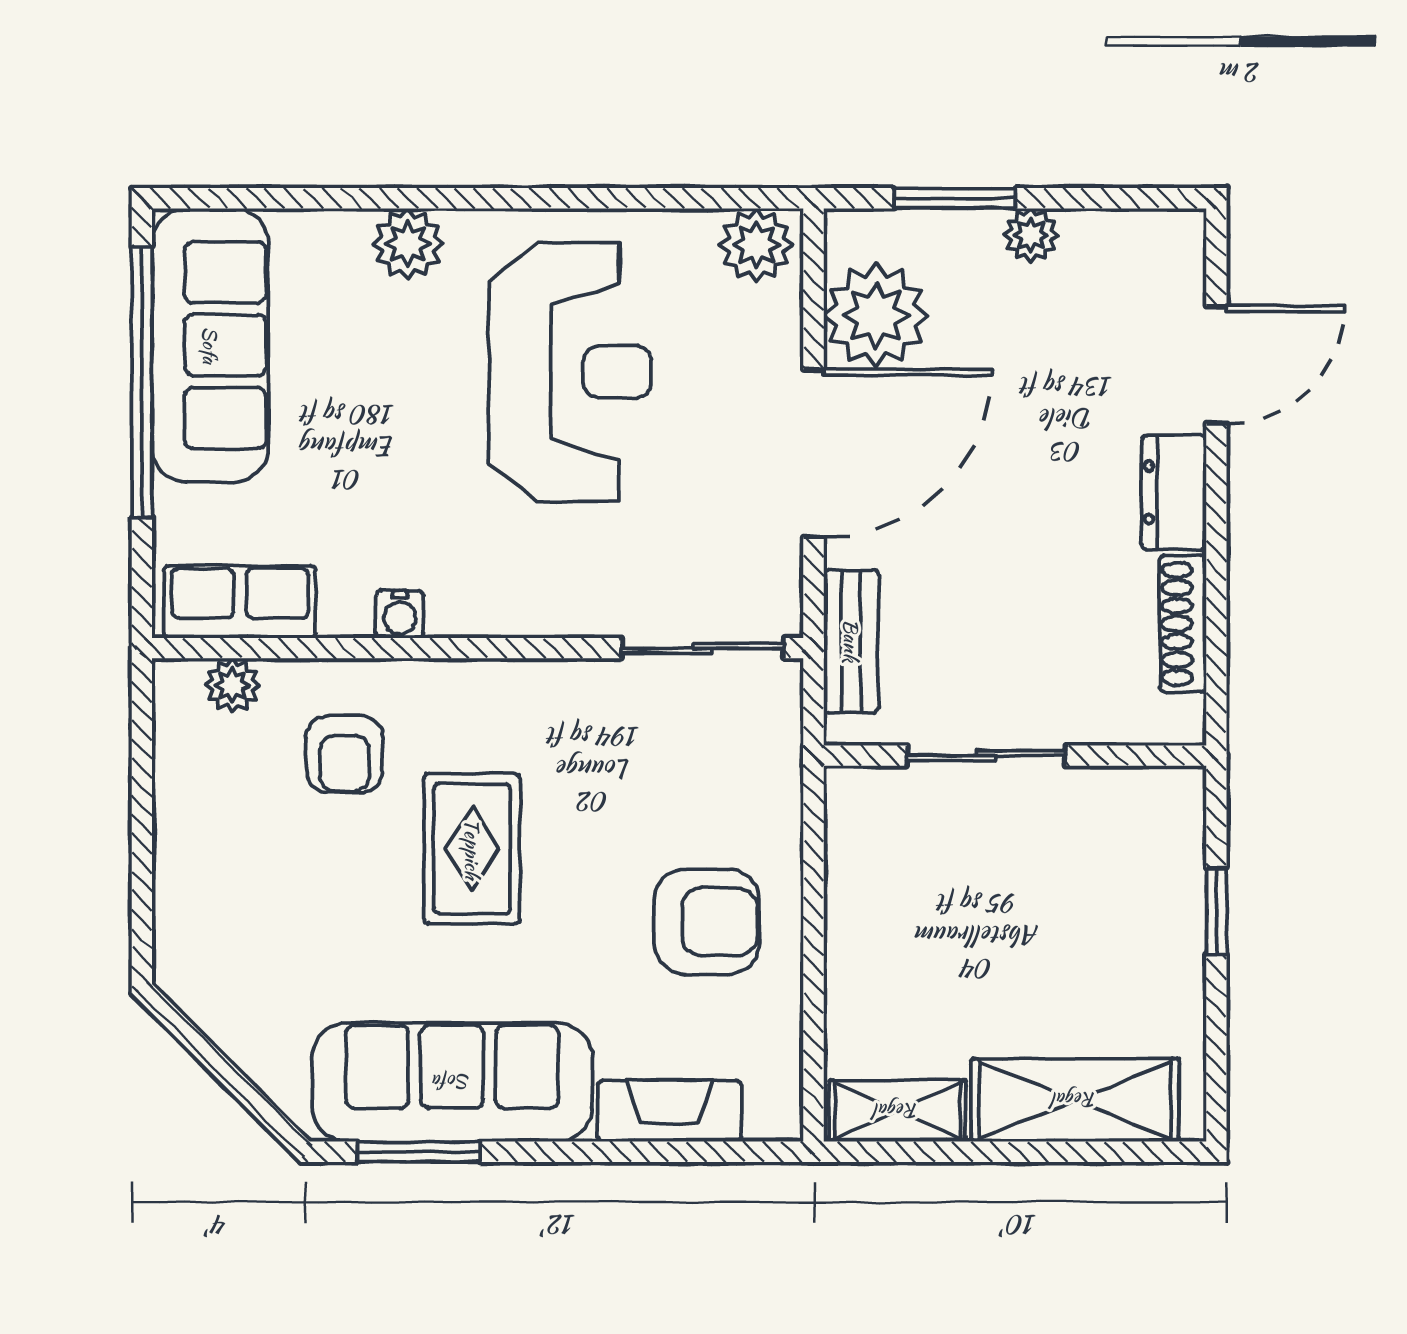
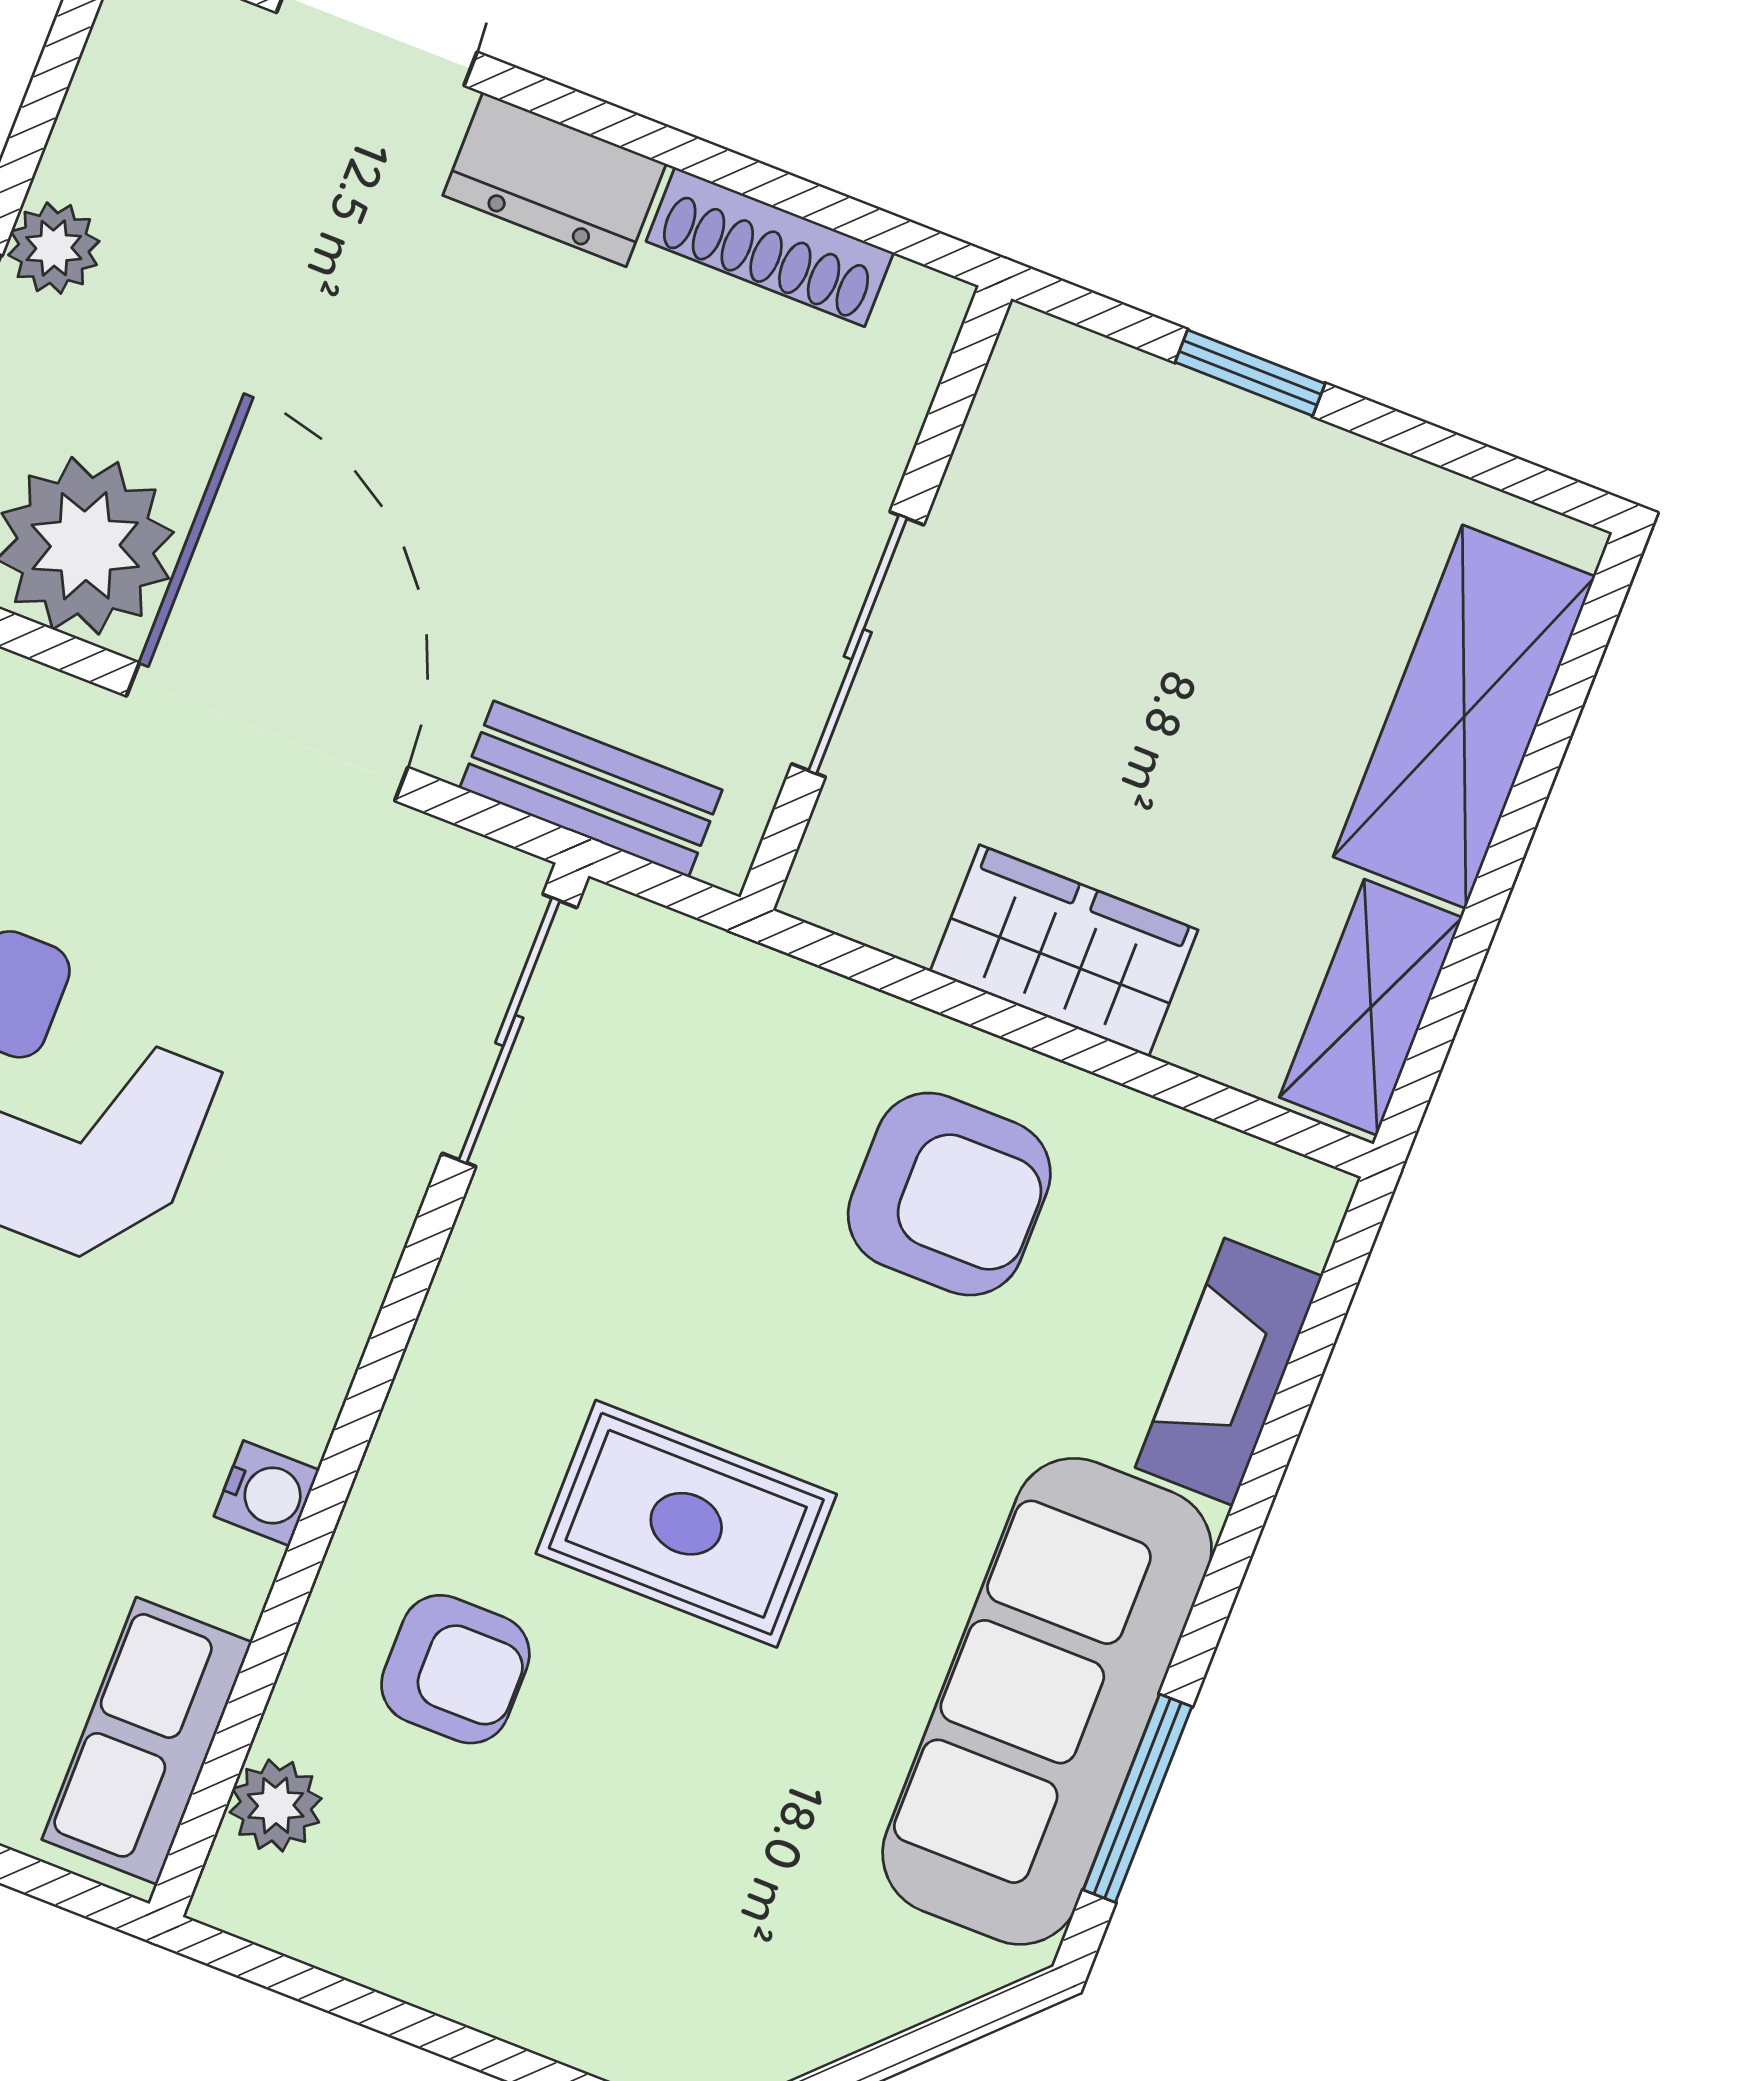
armchair: (707, 922) -> (949, 1194), turned 90
wardrobe: (863, 932) -> (1064, 951), added

